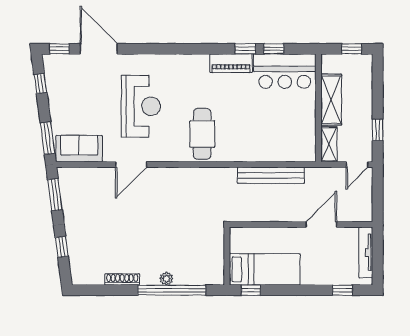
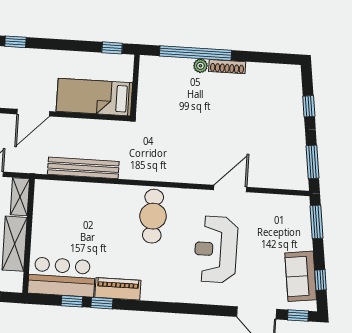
sofa: (79, 149) -> (301, 276), moved, turned 83
bed: (265, 269) -> (94, 97), moved
shoe rack: (122, 279) -> (227, 67), moved

